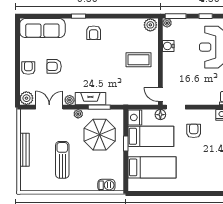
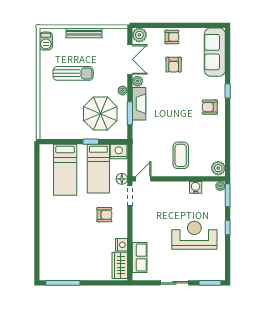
armchair: (54, 66) -> (174, 65), turned 180
barbecue: (106, 185) -> (46, 41), moved

